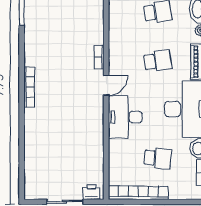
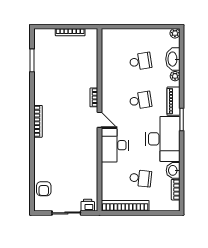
door: (106, 85) -> (99, 120), hinge flipped
armchair: (36, 172) -> (44, 189), added

